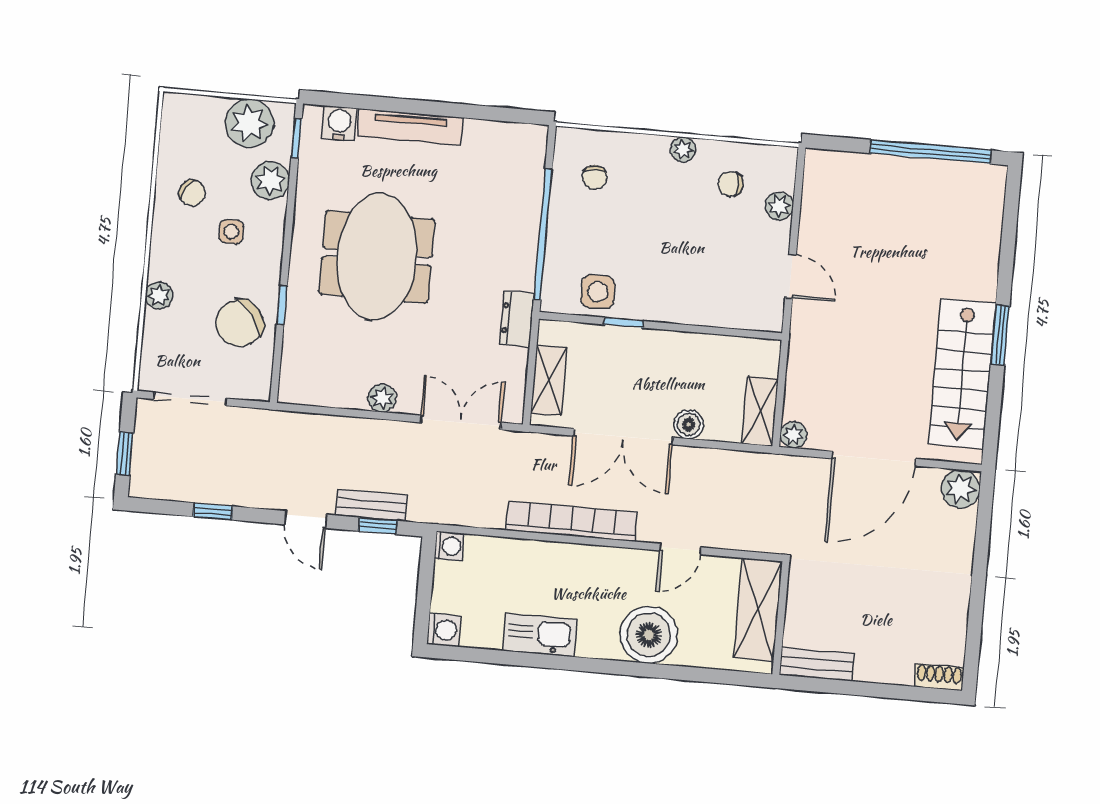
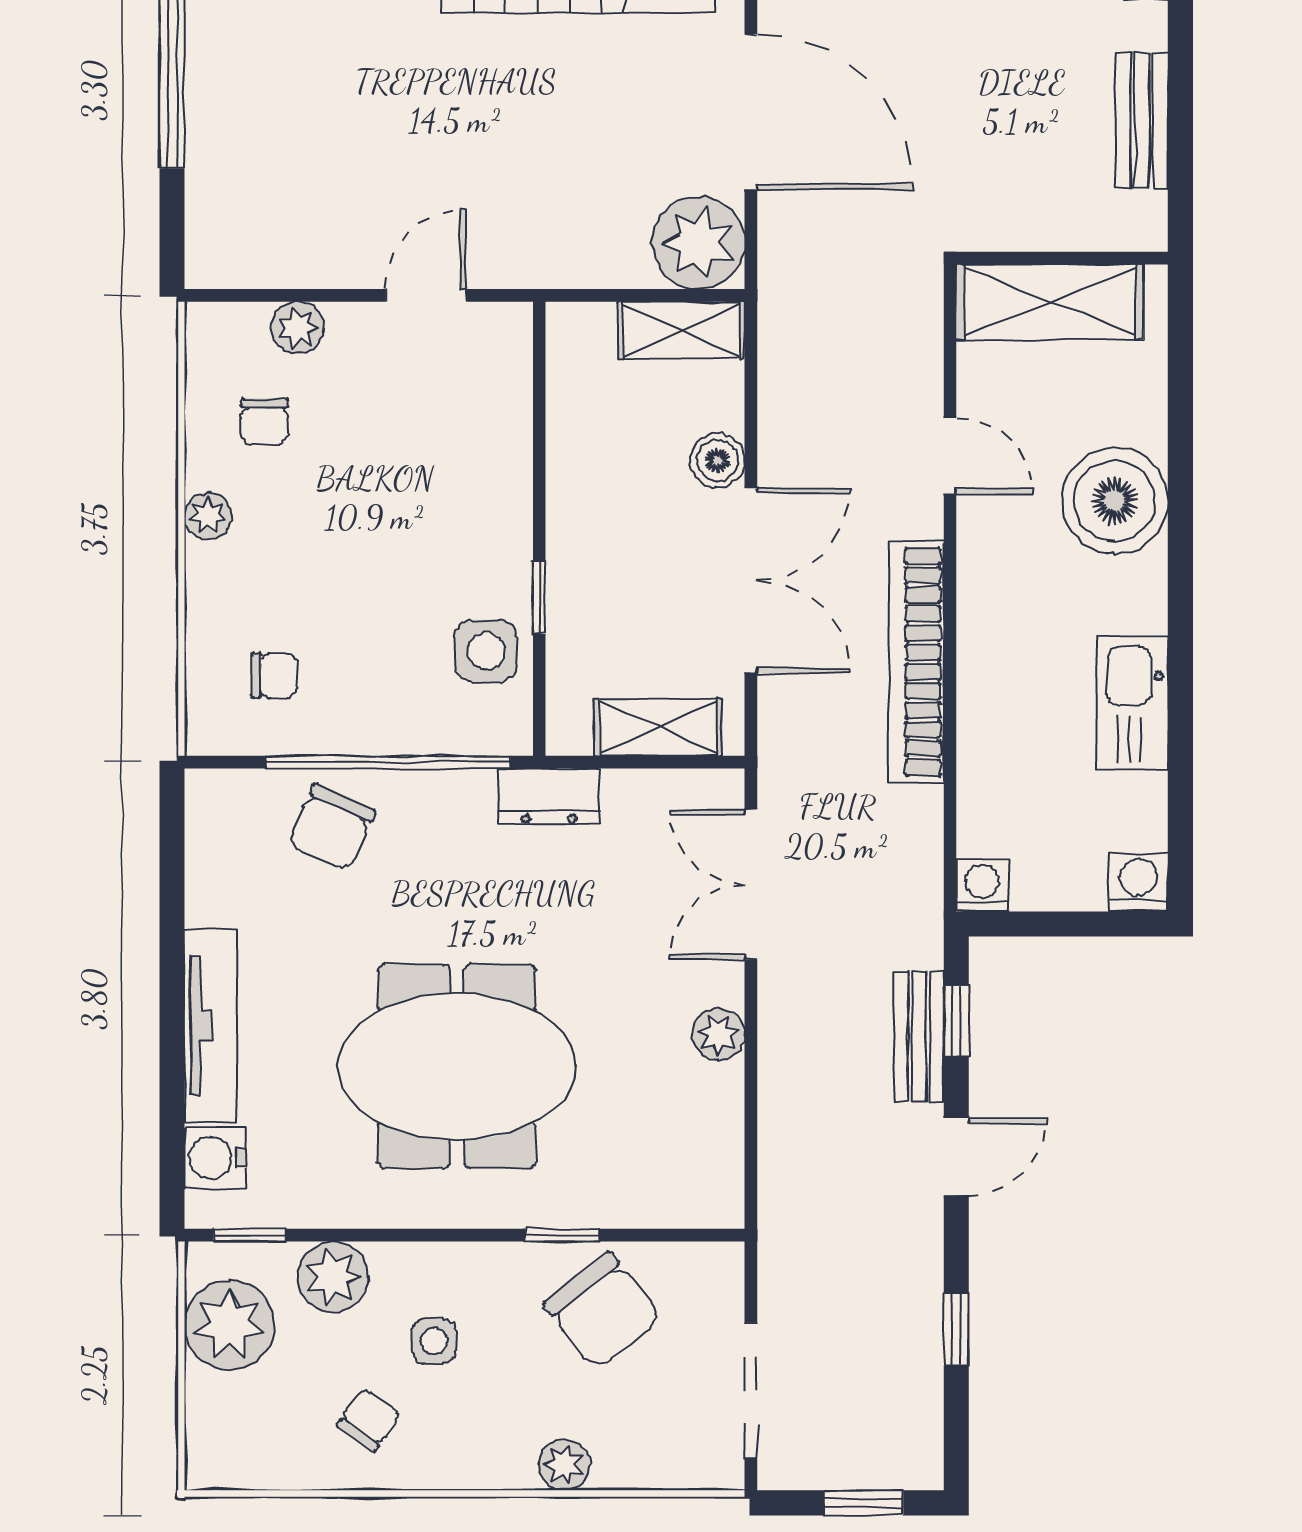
chair: (511, 201) -> (332, 827), added
plant: (793, 435) -> (698, 243), width x1.88, depth x1.88
bench: (817, 664) -> (1142, 120), moved

